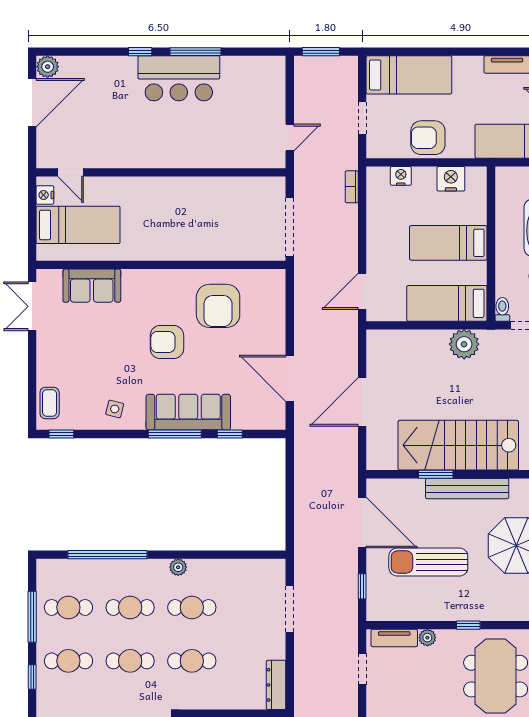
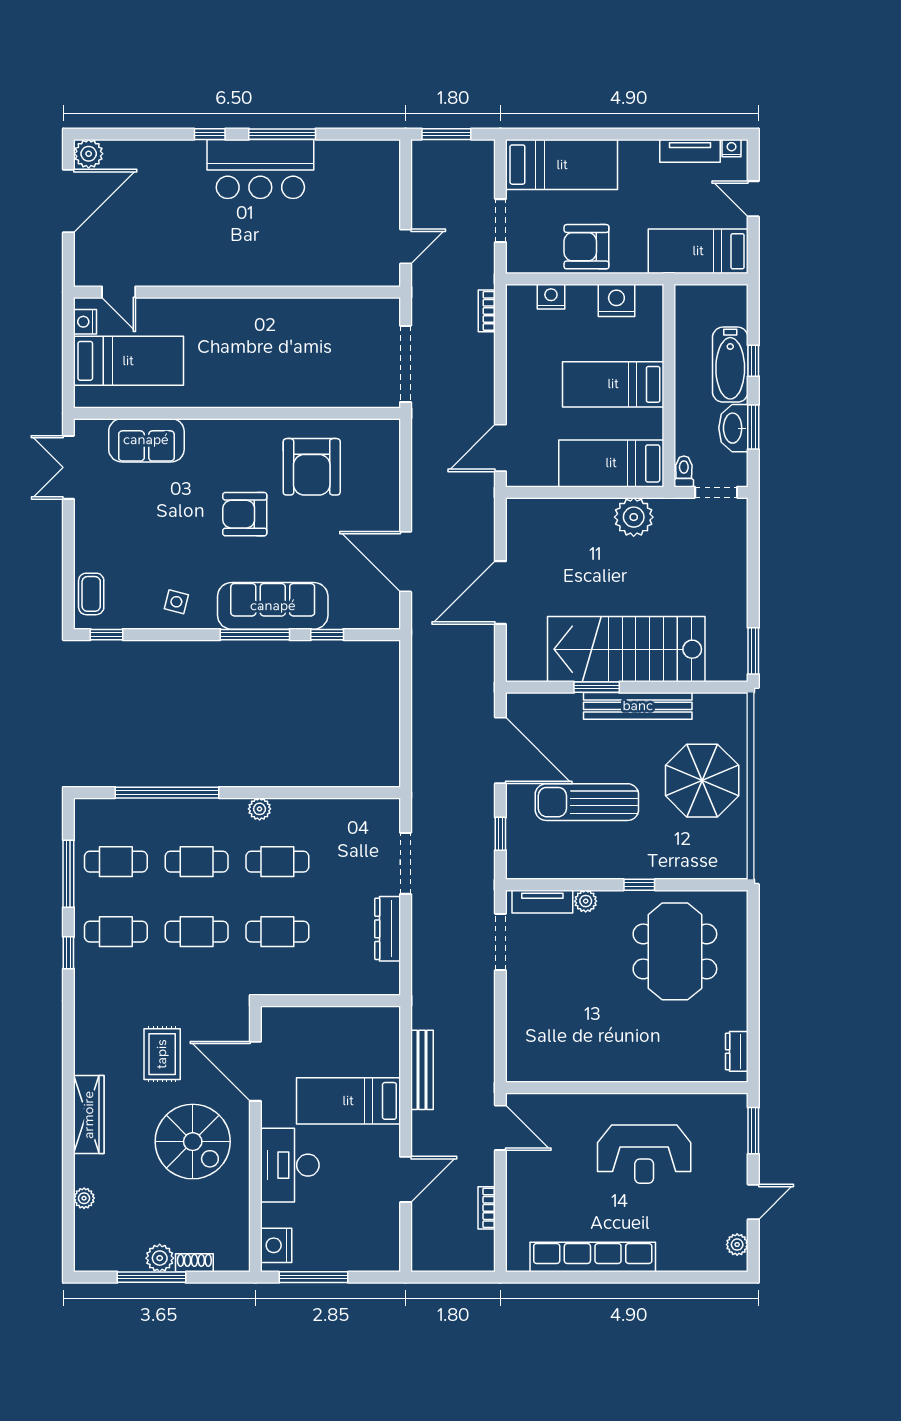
doorway: (362, 669) -> (500, 942), width x1.38
dresser: (276, 685) -> (388, 929), moved

